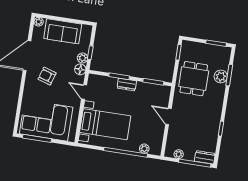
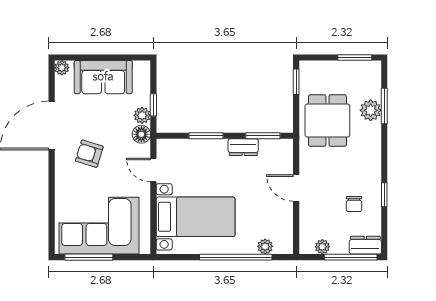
dresser: (127, 85) -> (243, 147), moved
chair: (202, 131) -> (354, 204), added

